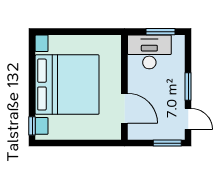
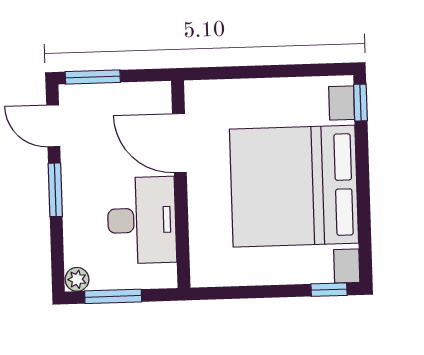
window: (51, 32) -> (329, 290), added
plant: (178, 41) -> (77, 279), added
desk: (149, 52) -> (142, 220), moved, turned -90

